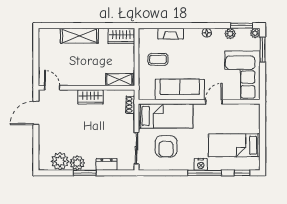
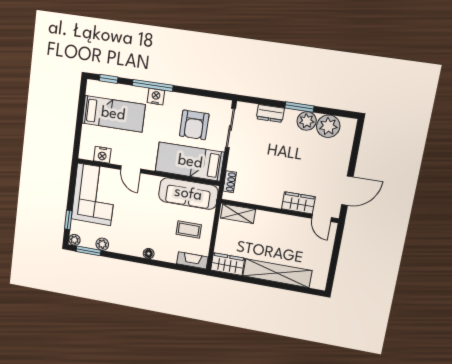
floor lamp: (207, 33) -> (149, 254), moved
fireplace: (171, 34) -> (192, 260), moved
shelving: (79, 36) -> (277, 273), width x1.47
window: (263, 50) -> (68, 220), width x0.67
sofa: (180, 89) -> (188, 194), moved
wardrobe: (90, 97) -> (298, 203), moved
door: (214, 102) -> (131, 169), hinge flipped
nightstand: (240, 110) -> (102, 155), added
armchair: (166, 146) -> (194, 125), turned 180

